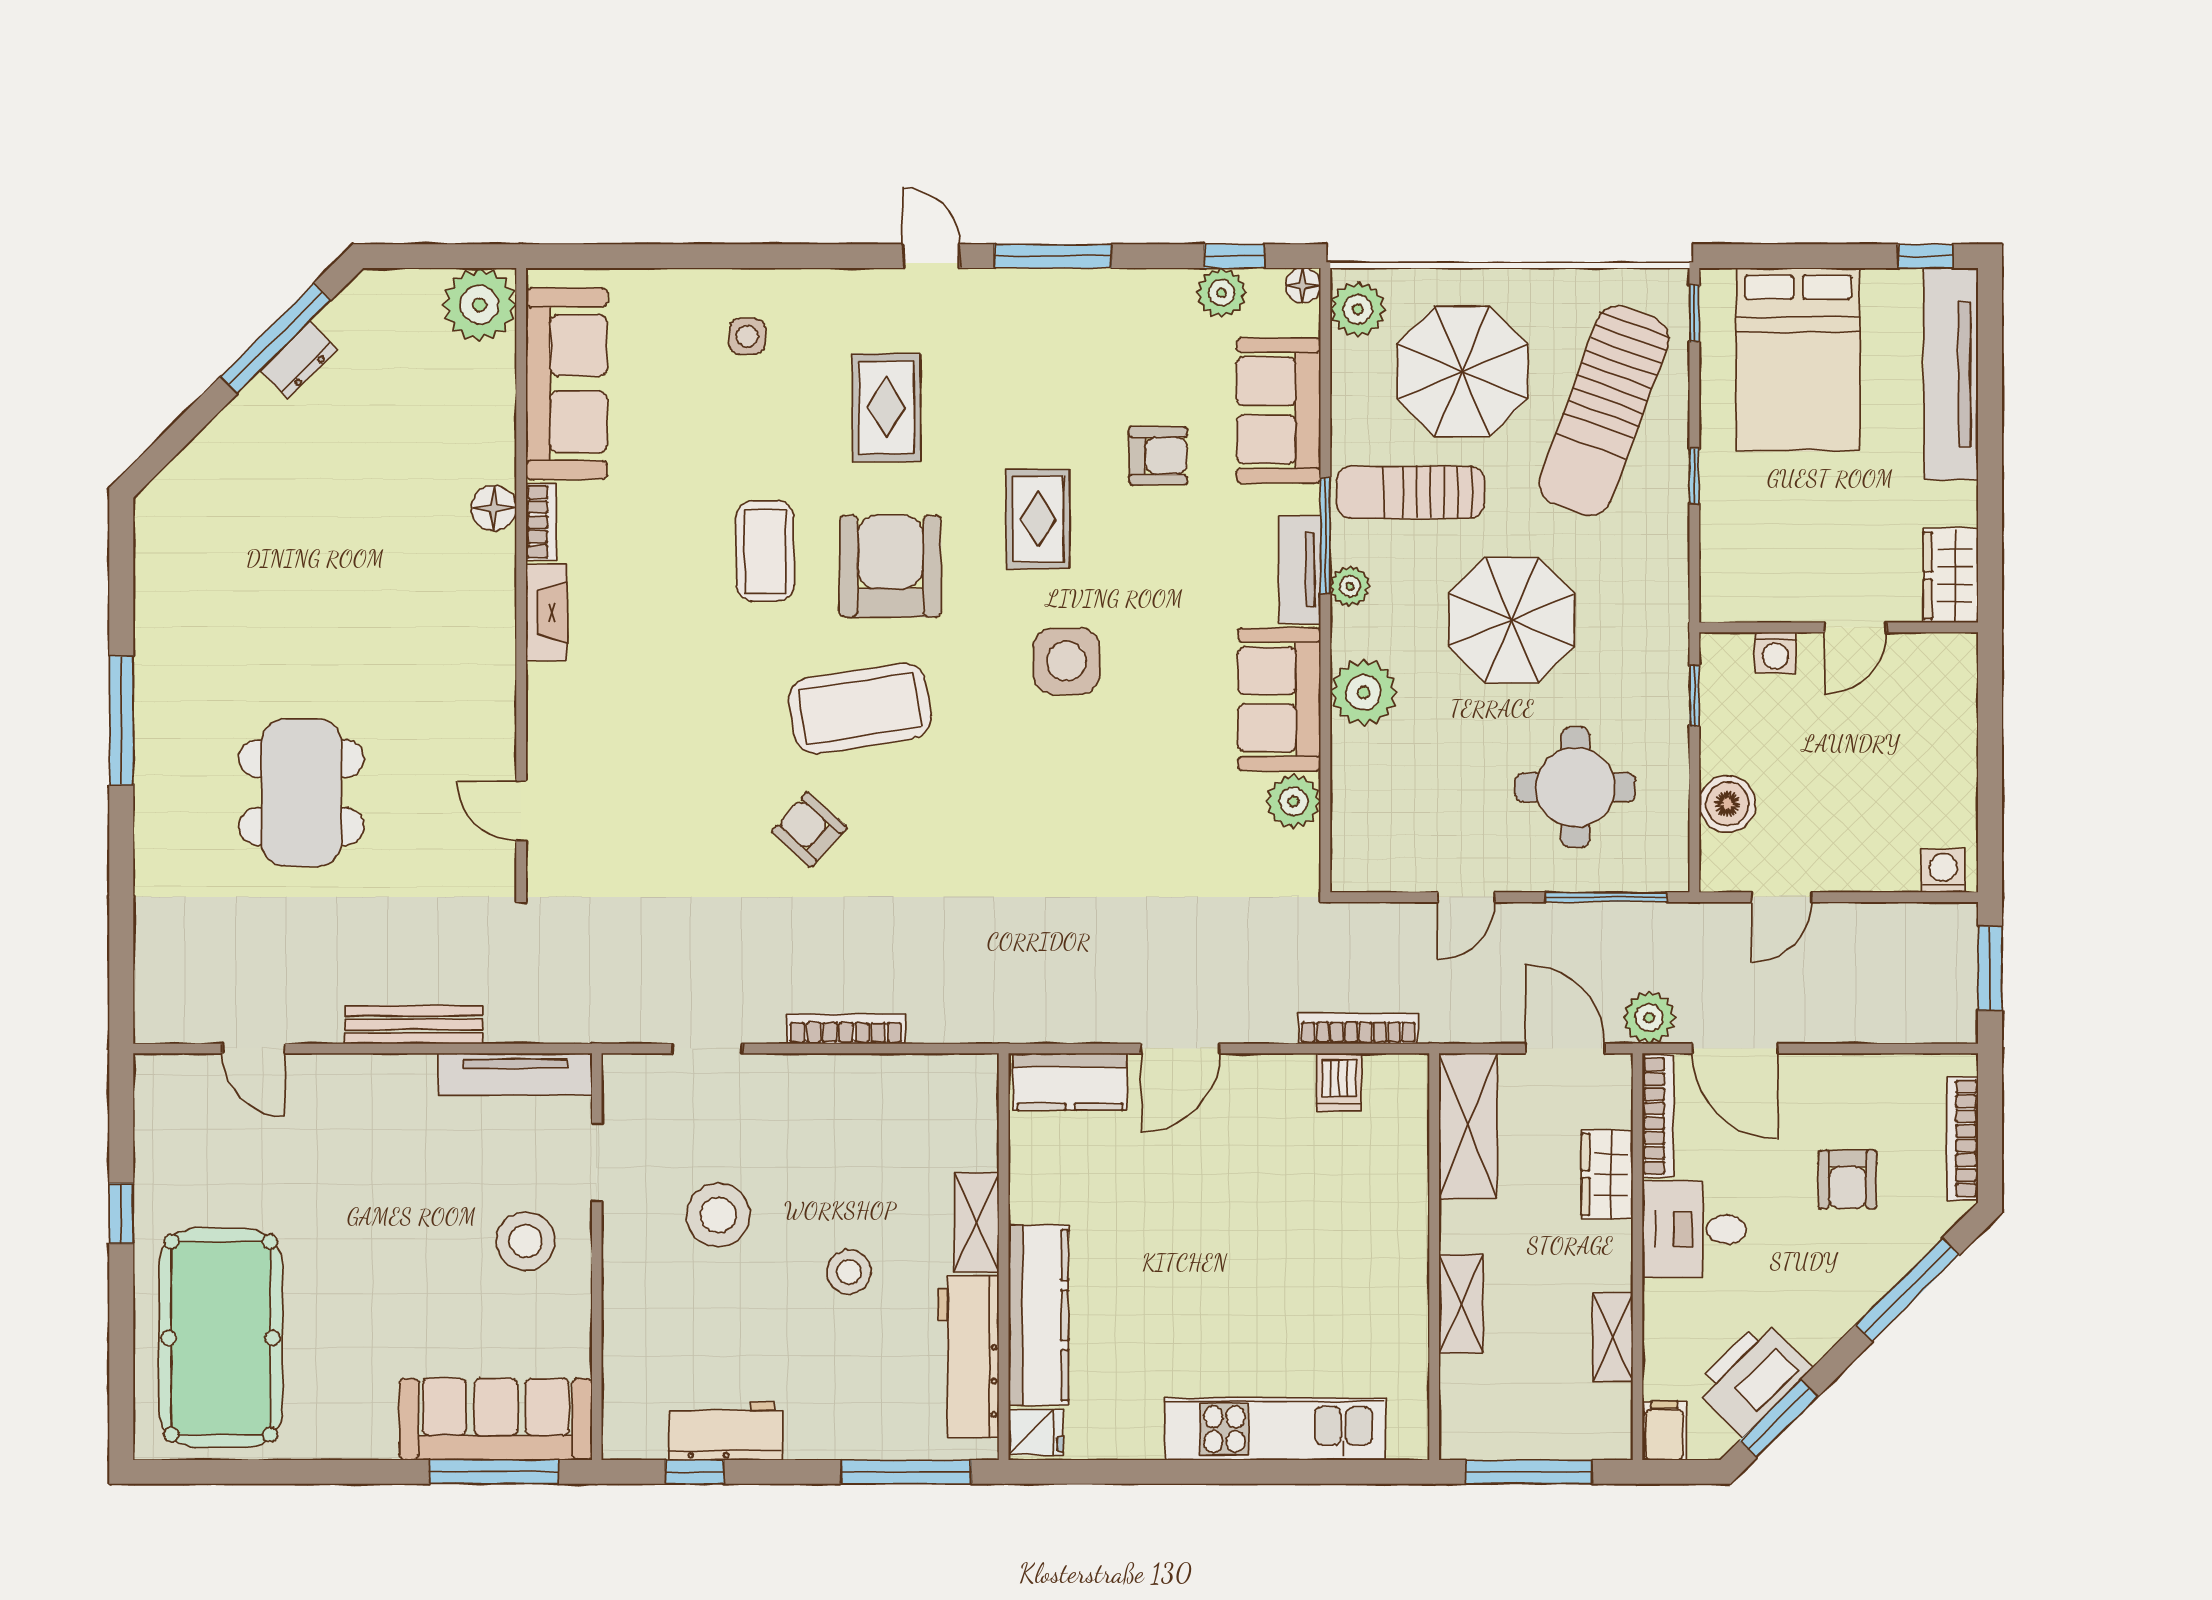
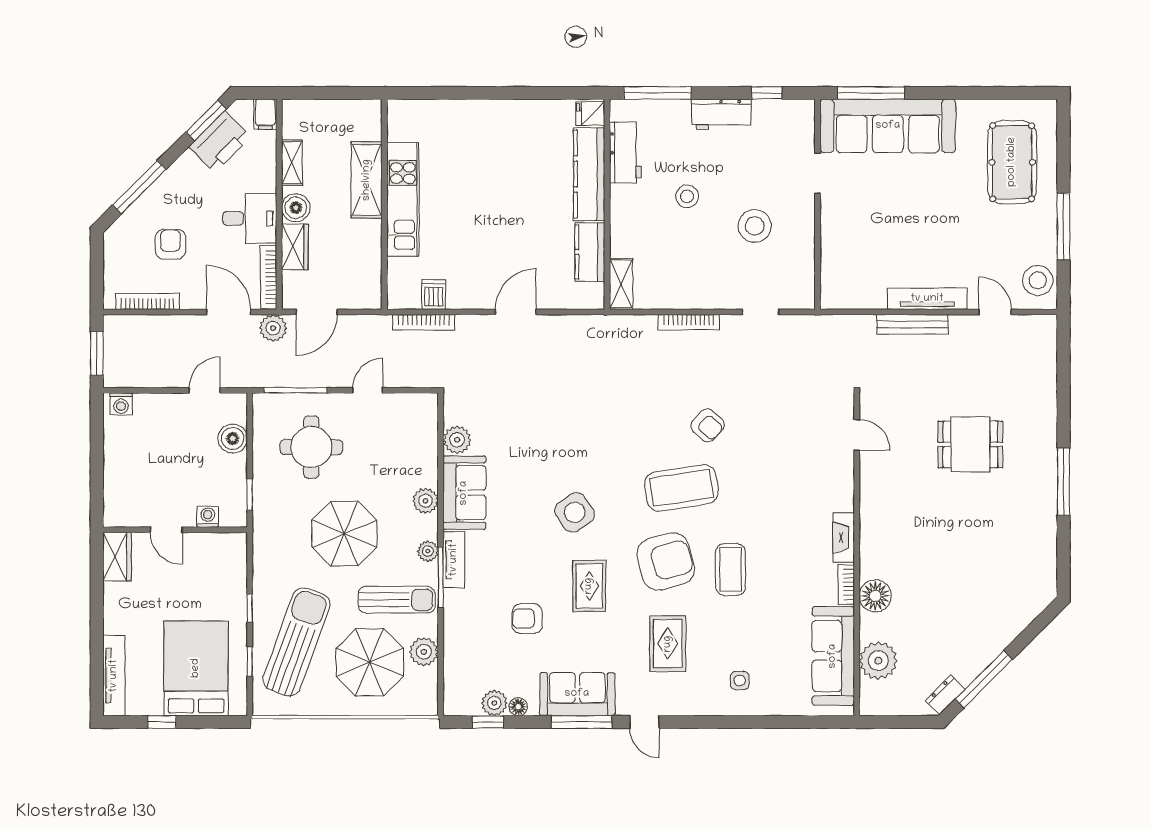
window: (1925, 256) -> (162, 722), moved
floor lamp: (1303, 286) -> (518, 707), moved
plant: (479, 305) -> (878, 661), moved
plant: (1358, 309) -> (424, 652), moved
window: (1694, 313) -> (250, 662), moved
dresser: (299, 360) -> (945, 695), moved
tv unit: (1951, 374) -> (114, 676), width x0.73, depth x0.78
sofa: (1279, 410) -> (577, 694), moved, turned -90
floor lamp: (494, 508) -> (875, 596), width x1.38, depth x1.38
armchair: (890, 566) -> (666, 562), turned -105
door: (1856, 627) -> (166, 530), swing flipped
side table: (1066, 661) -> (575, 512), turned -34
plant: (1364, 692) -> (425, 501), width x0.73, depth x0.73
dining table: (302, 793) -> (970, 444), width x0.73
door: (1565, 1049) -> (317, 312), hinge flipped
tv unit: (515, 1074) -> (927, 299), moved
kitchen counter: (1070, 1082) -> (590, 252), moved, turned -90
shelving: (1468, 1126) -> (367, 272), removed
bookcase: (1962, 1138) -> (148, 301), moved, turned -90
doorway: (597, 1163) -> (818, 173), moved
window: (121, 1214) -> (1064, 227), width x2.17
shelving: (977, 1222) -> (621, 284), moved
stool: (526, 1241) -> (1038, 280), moved
boiler: (1605, 1250) -> (296, 208), added
shelving: (1461, 1304) -> (367, 180), width x1.50, depth x1.33
pool table: (221, 1338) -> (1012, 162), width x0.73, depth x0.76
workbench: (968, 1357) -> (625, 153), width x0.73
sofa: (496, 1419) -> (888, 126), width x1.36, depth x1.27
kitchen unit: (1275, 1429) -> (403, 199), moved, turned -90
workbench: (726, 1431) -> (721, 114), moved
window: (1529, 1472) -> (335, 93), removed

